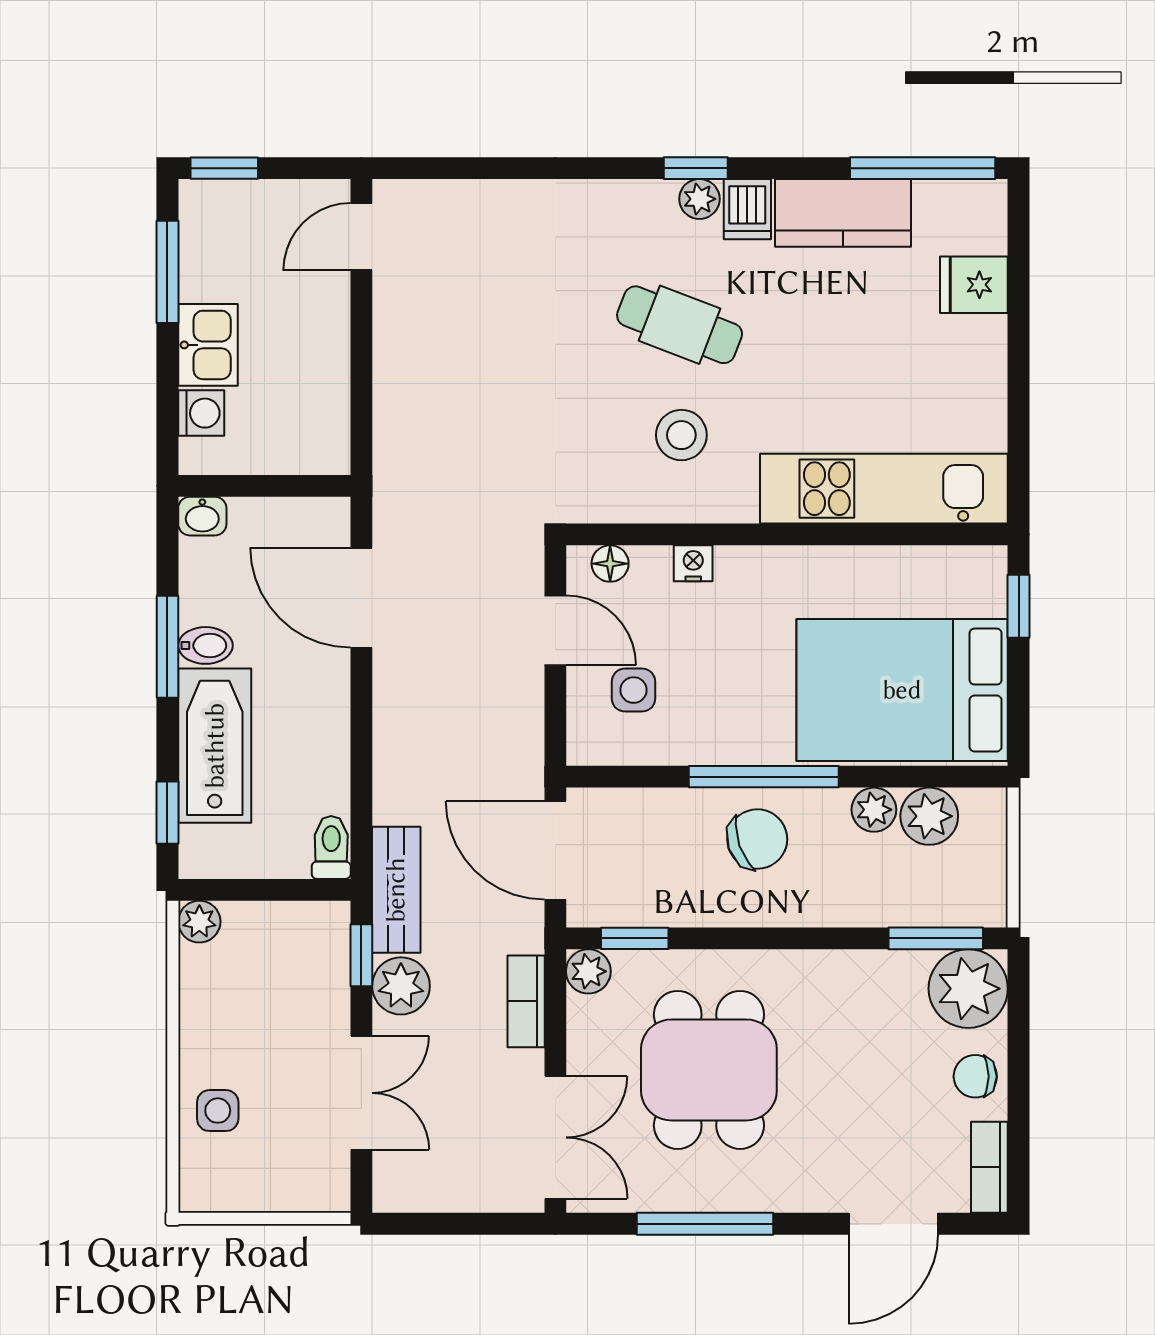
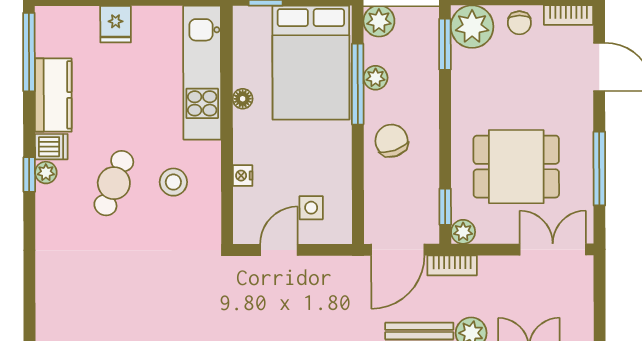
fridge: (974, 285) -> (116, 24), moved
floor lamp: (610, 564) -> (243, 99), moved
window: (764, 777) -> (358, 84), moved
plant: (929, 816) -> (379, 21), moved
bookcase: (526, 1001) -> (452, 265), moved

